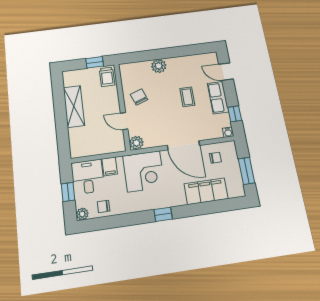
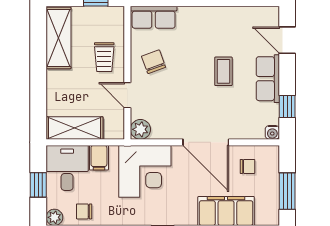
plant: (159, 66) -> (189, 17), removed
row of seats: (135, 69) -> (154, 17), added
trolley: (107, 77) -> (104, 57), moved
shelving: (74, 106) -> (58, 38), moved
shelving: (90, 148) -> (74, 128), added

